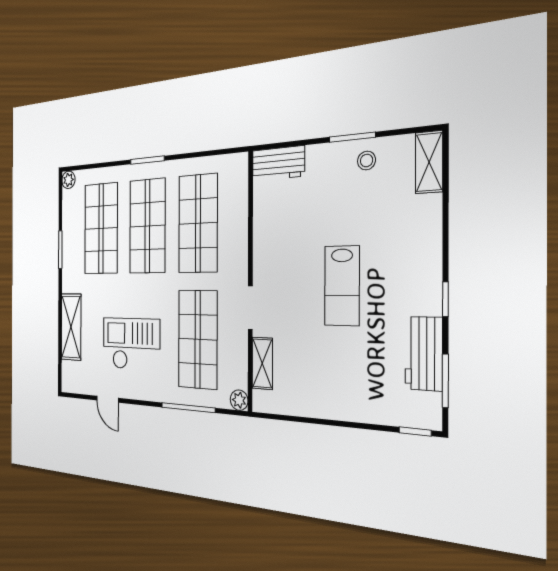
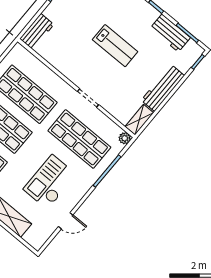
shelving: (262, 363) -> (139, 120), moved, turned 90
workbench: (338, 404) -> (163, 88), added

